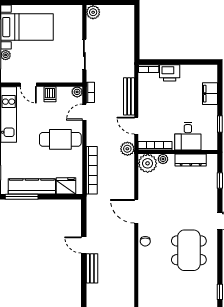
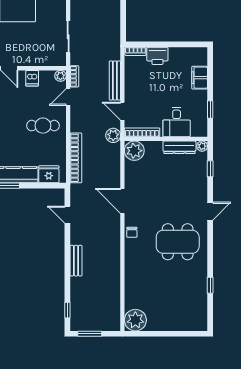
cafe table: (60, 139) -> (43, 126), width x0.73, depth x0.74
plant: (163, 159) -> (202, 146), moved
door: (84, 245) -> (67, 215), moved
dining table: (189, 250) -> (178, 242), turned 90

